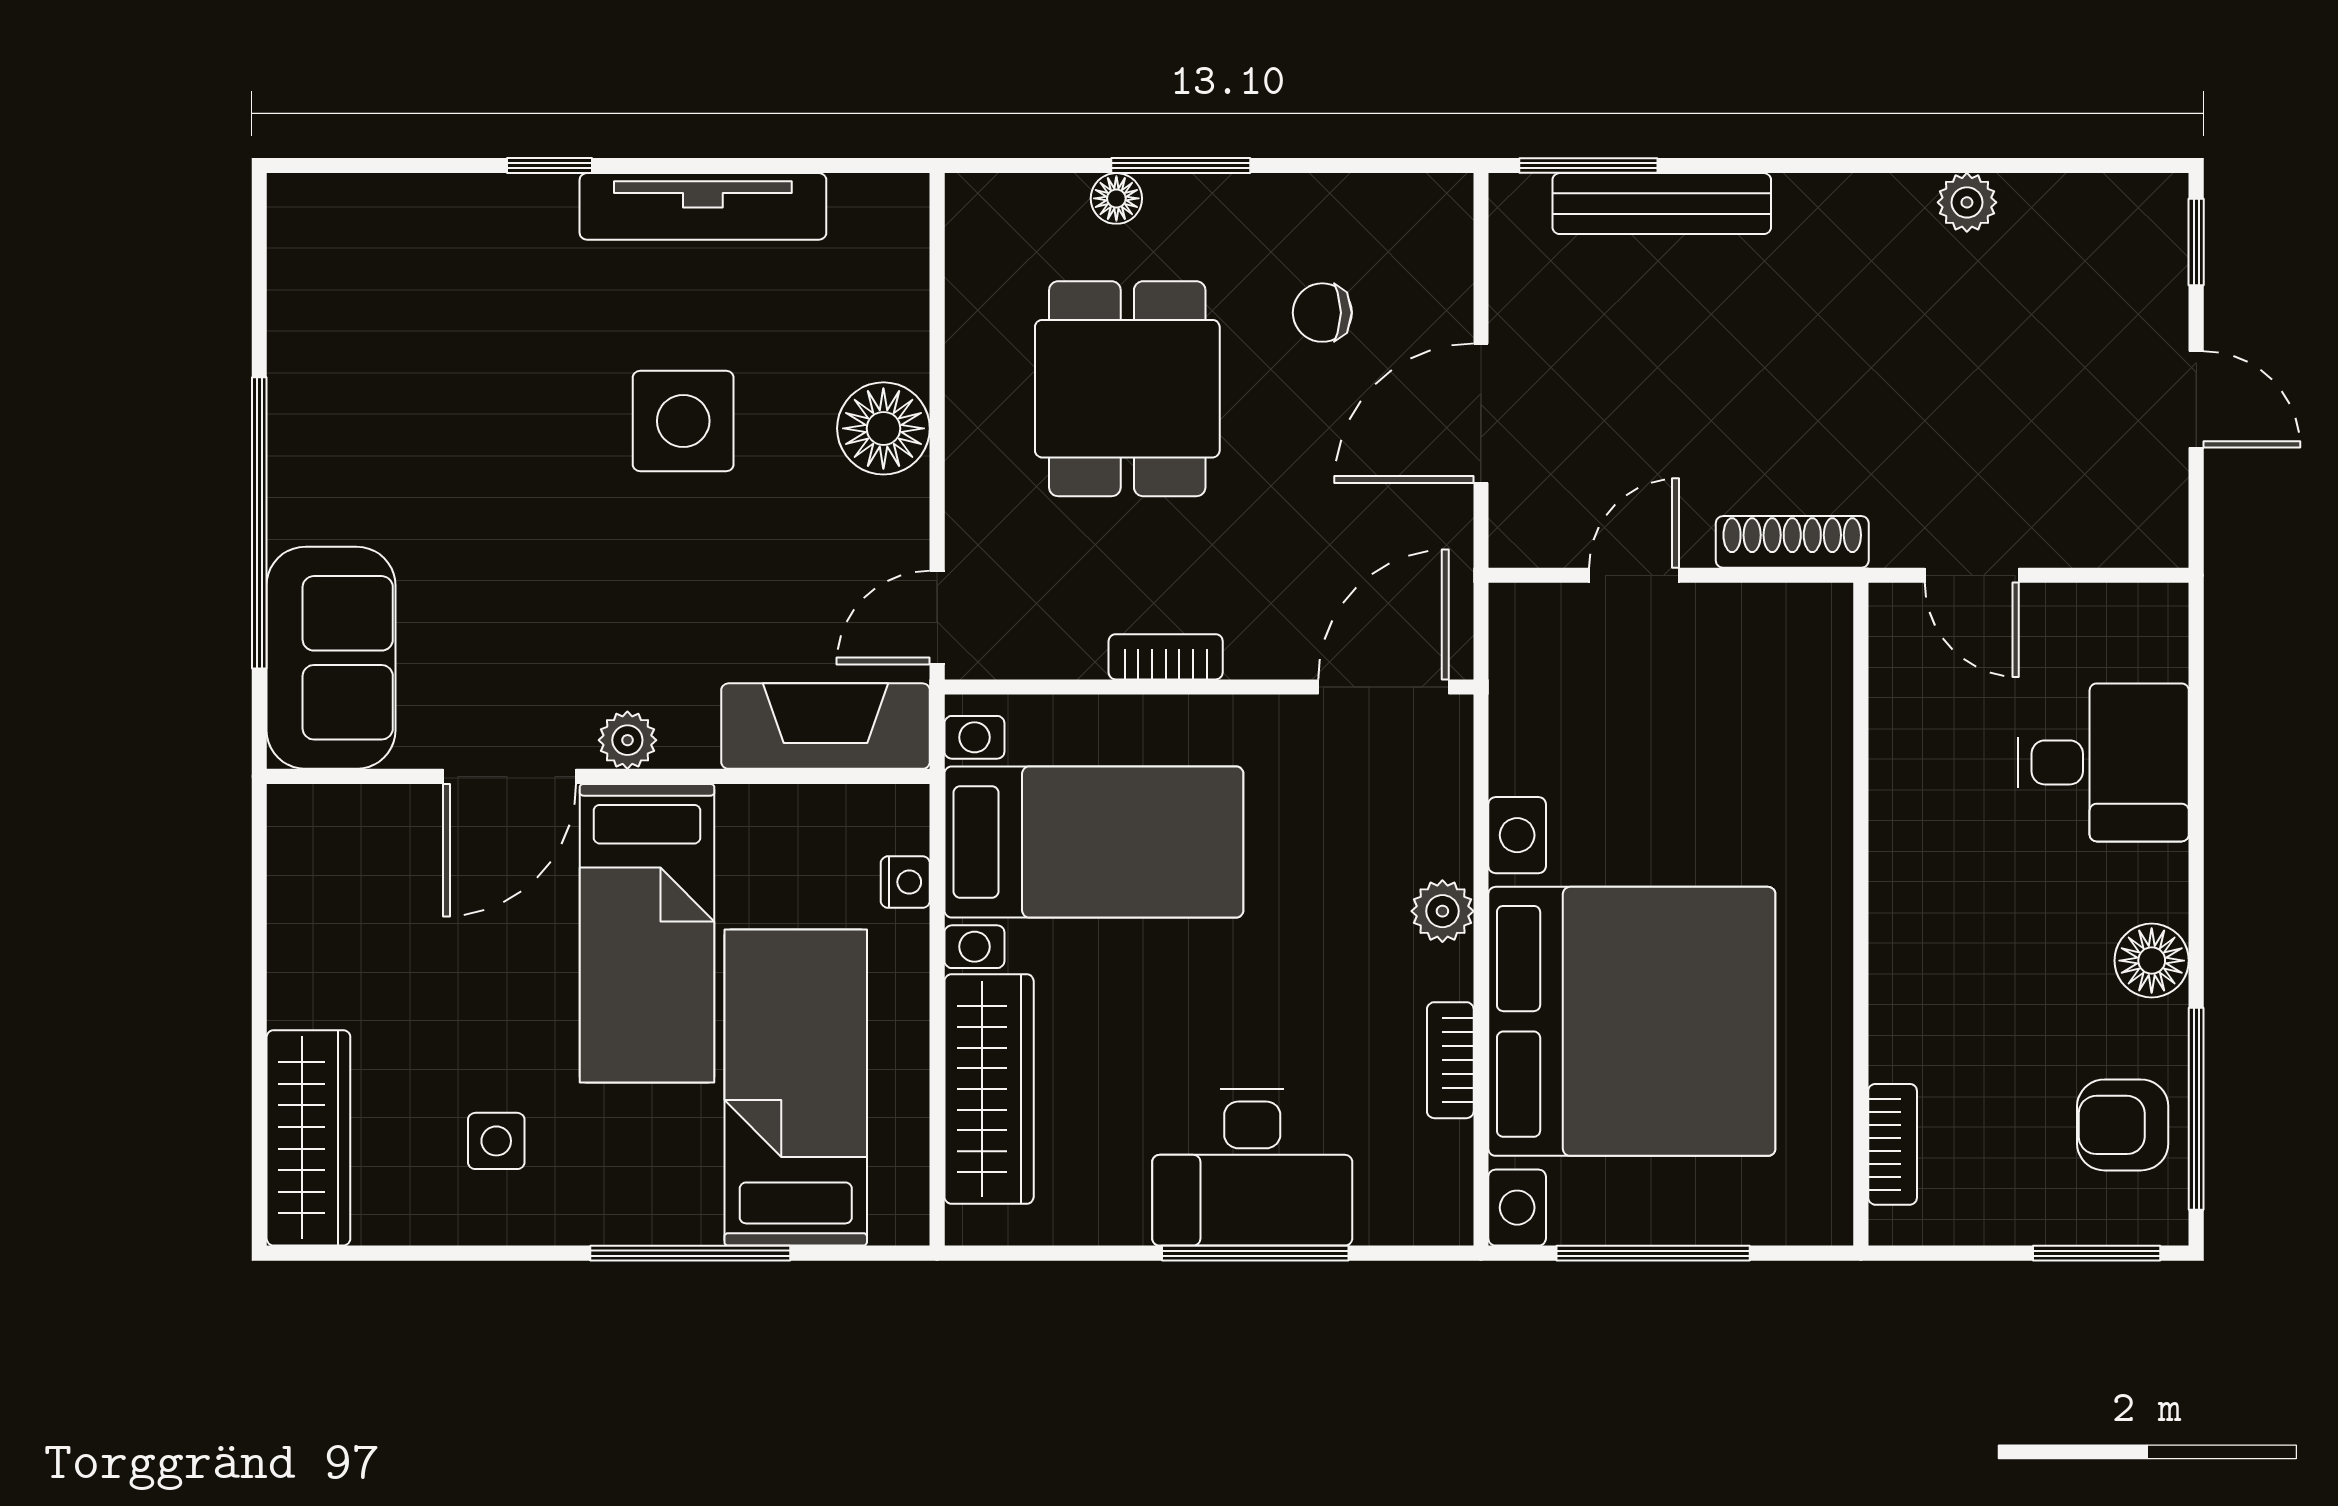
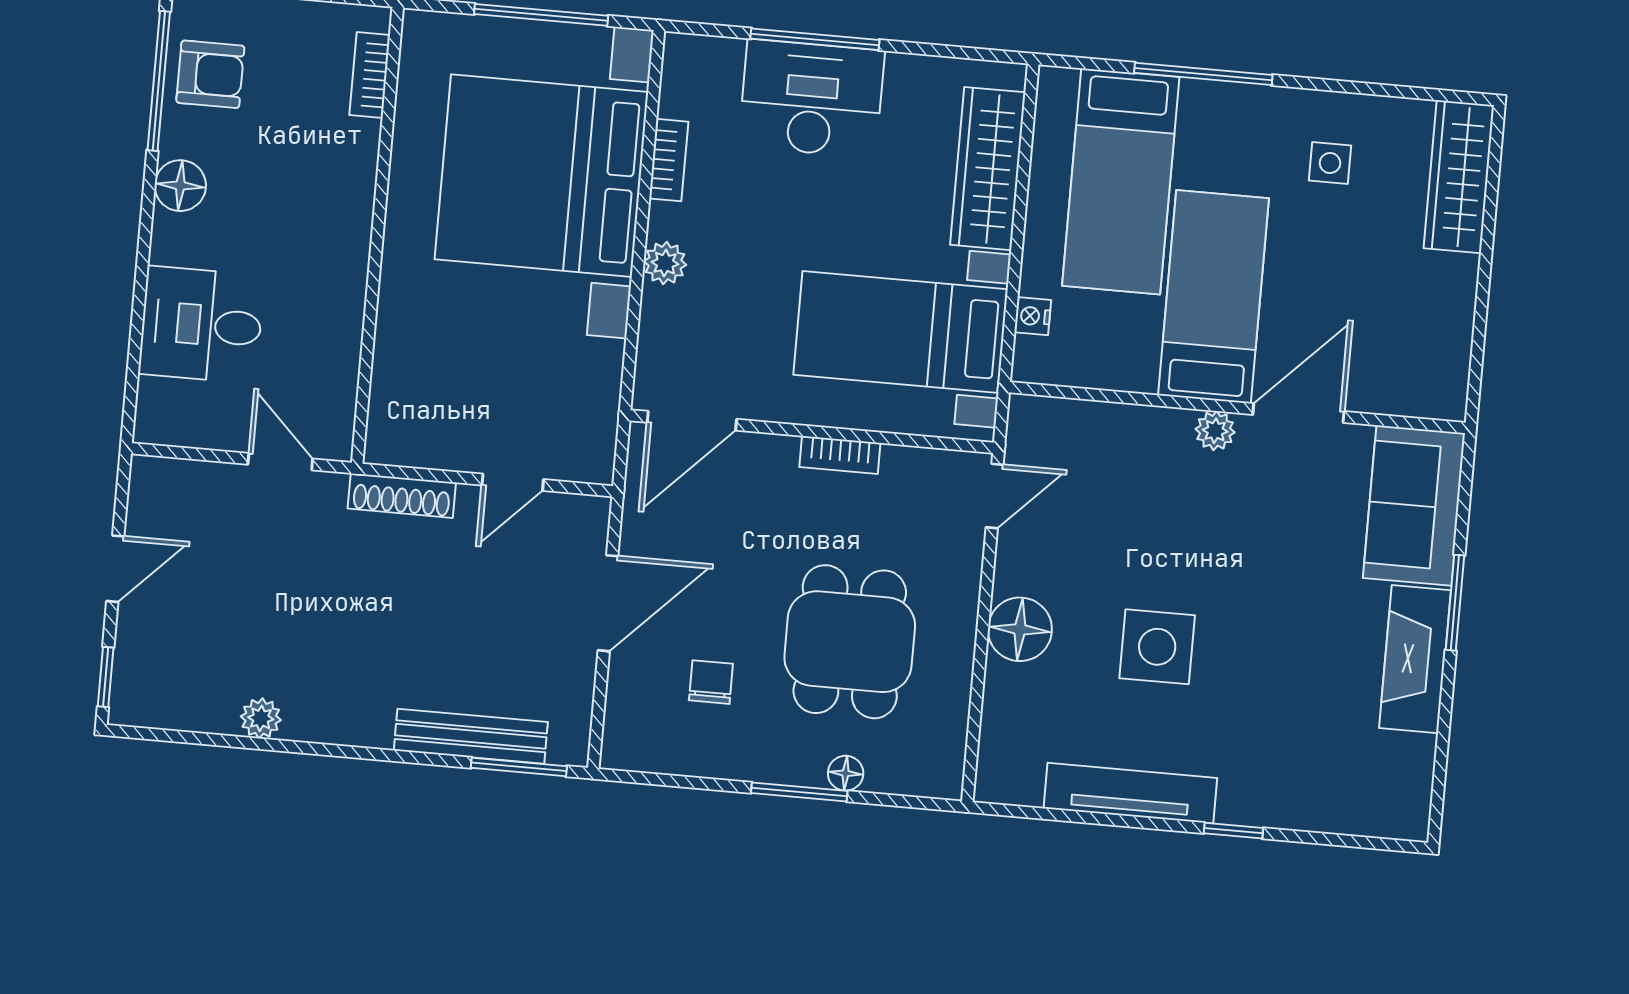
chair: (1322, 313) -> (711, 682), turned -90
door: (2196, 399) -> (115, 569), swing flipped
window: (259, 523) -> (1455, 603), width x0.47
fireplace: (826, 726) -> (1415, 659), moved, turned 90

